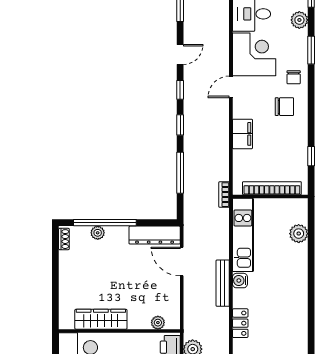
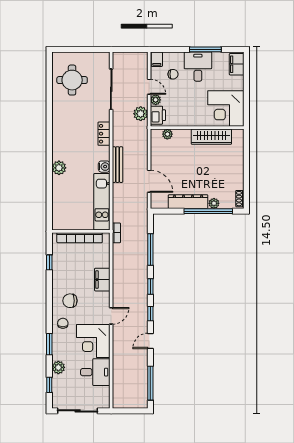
plant: (299, 234) -> (59, 168), moved
dresser: (155, 235) -> (188, 202), moved

